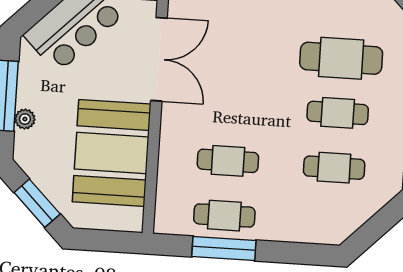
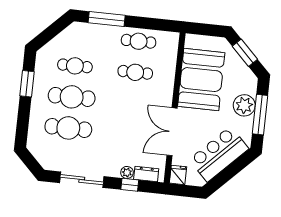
cafe table: (338, 113) -> (72, 97), width x1.37, depth x1.35
plant: (25, 119) -> (244, 105), width x1.87, depth x1.87
window: (224, 248) -> (107, 19), moved

